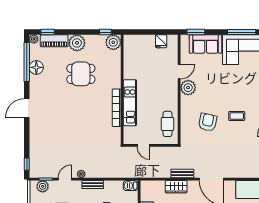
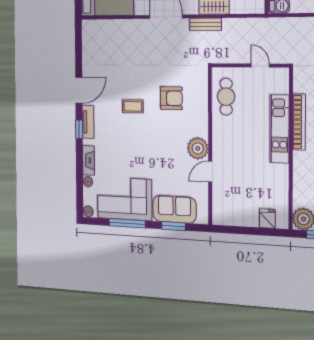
window: (196, 32) -> (174, 226), moved
fridge: (161, 41) -> (267, 219), moved
armchair: (208, 122) -> (171, 98), turned -102

